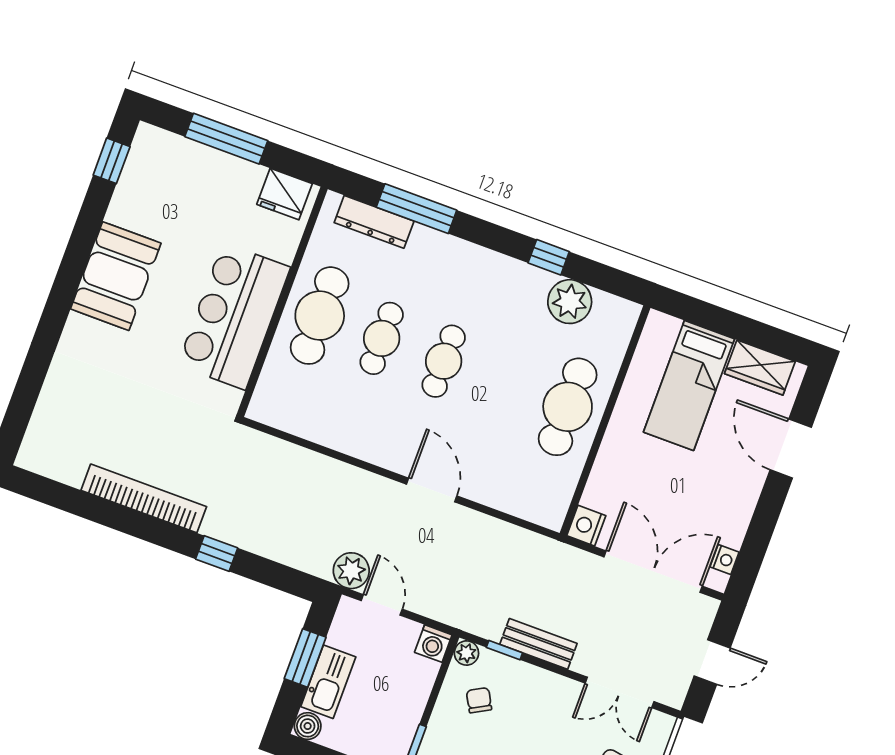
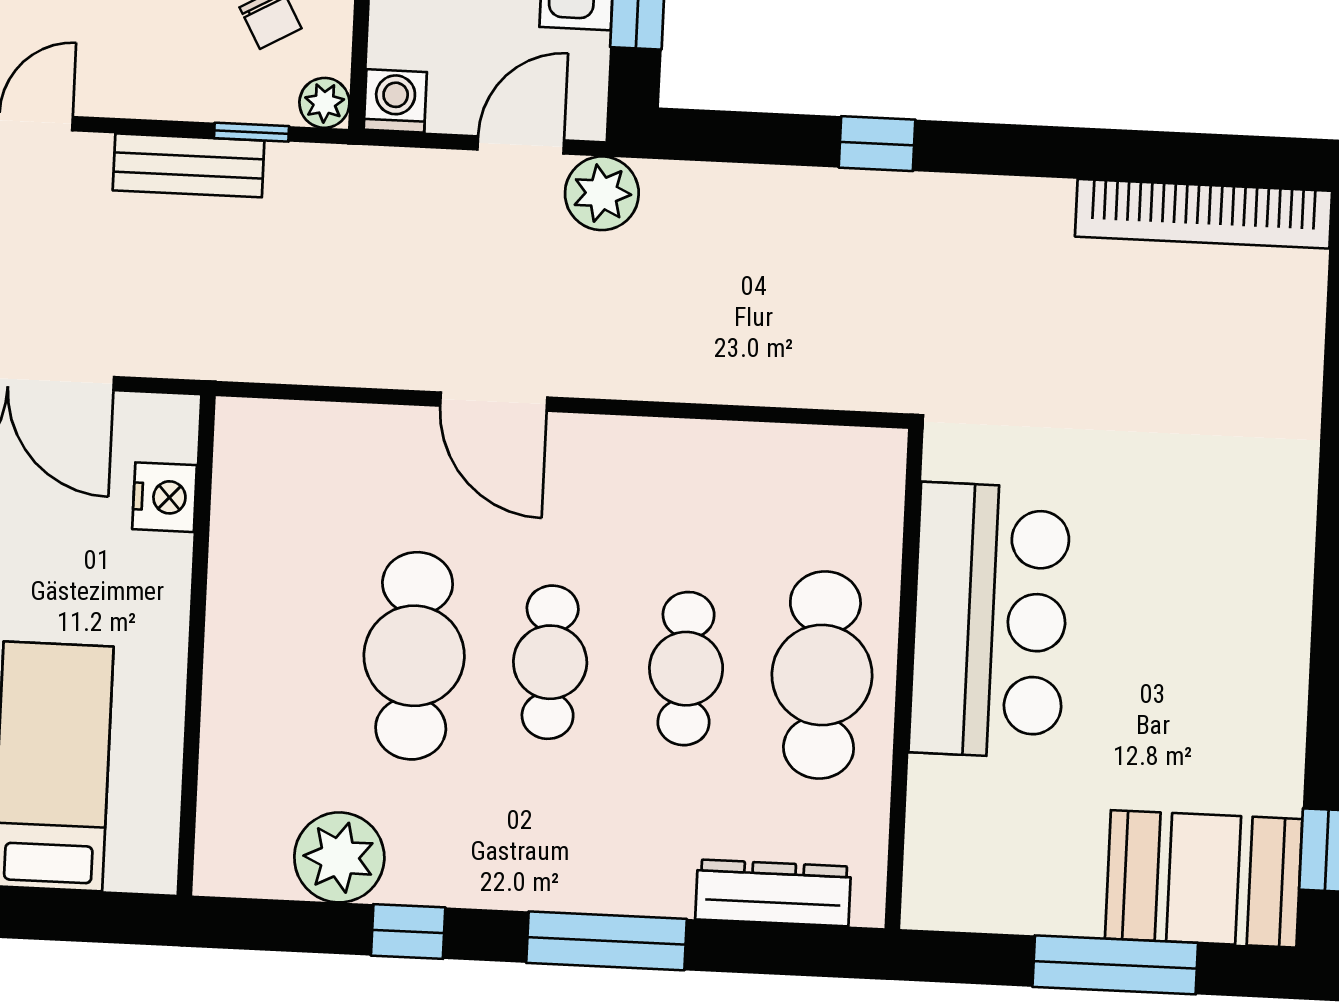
fridge: (284, 194) -> (966, 892), removed
window: (417, 209) -> (606, 941), moved
booth: (116, 276) -> (1204, 879), moved, turned 90
cafe table: (568, 407) -> (414, 656), moved
bookcase: (144, 498) -> (1203, 214), moved
nightstand: (586, 526) -> (165, 497), moved
door: (382, 605) -> (521, 145), swing flipped

